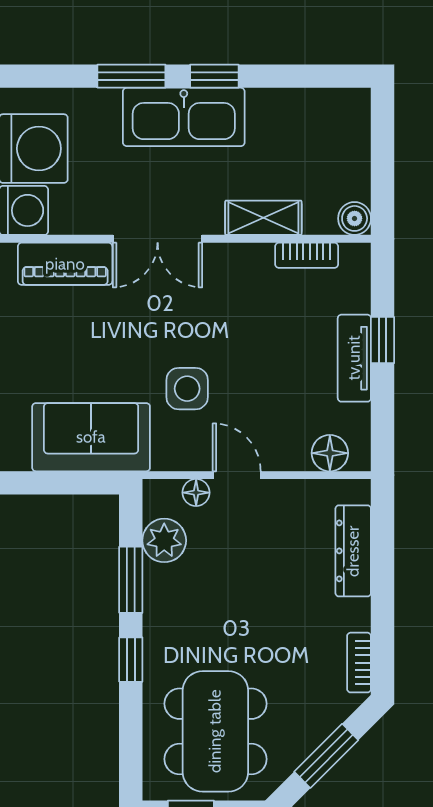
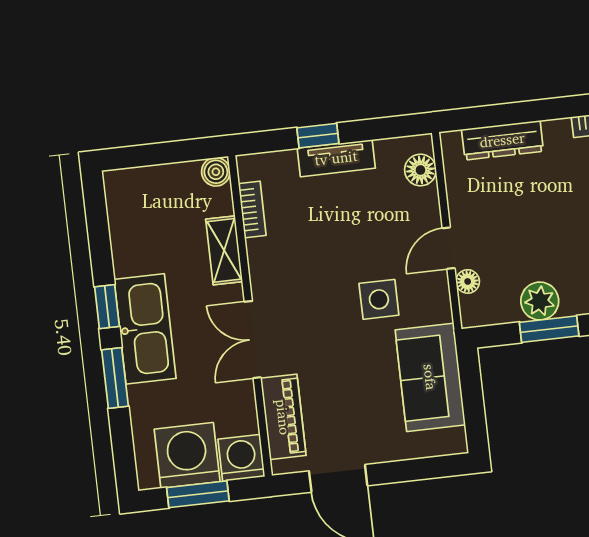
double door: (158, 239) -> (253, 340), swing flipped
plant: (164, 540) -> (540, 301), moved

